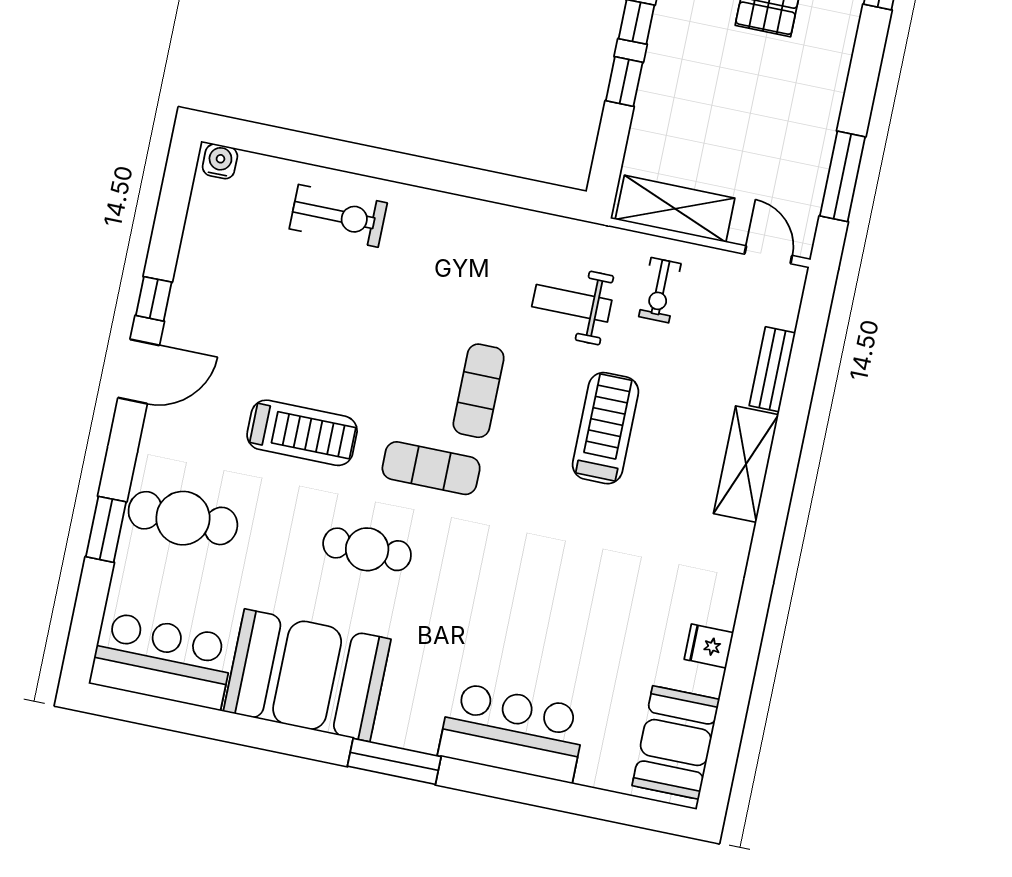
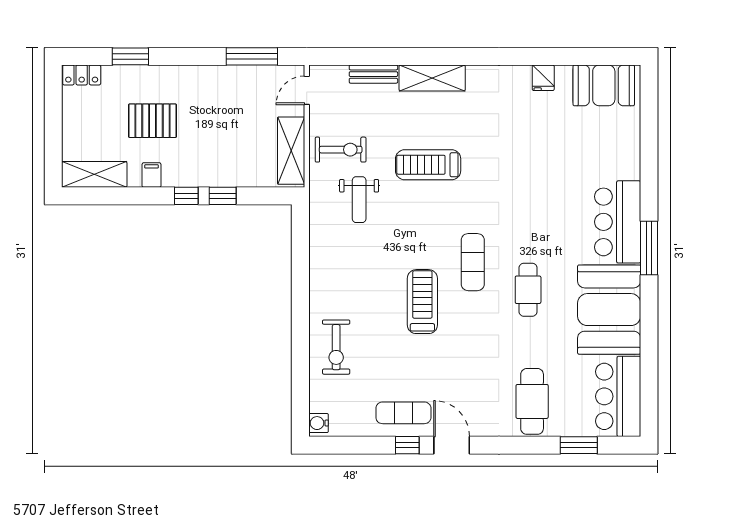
exercise bike: (338, 216) -> (336, 347), turned 180
exercise bike: (660, 290) -> (341, 150), width x1.38, depth x1.39
exercise mat: (479, 391) -> (403, 413), moved
treadmill: (302, 433) -> (422, 302), moved
window: (106, 529) -> (579, 445), moved
bar counter: (512, 732) -> (618, 222), moved

